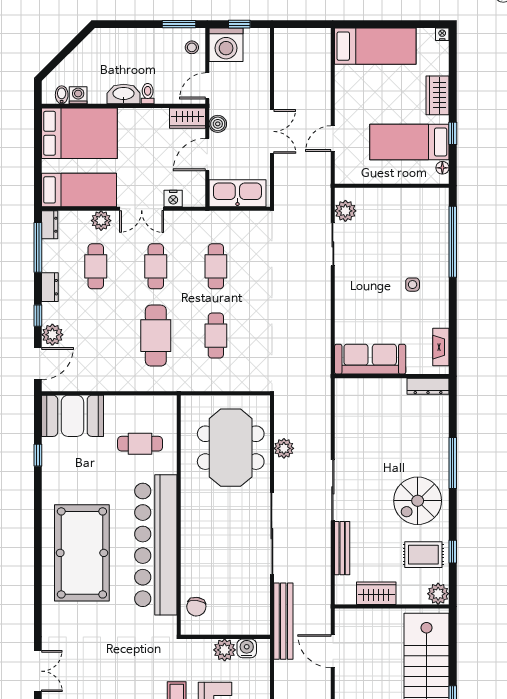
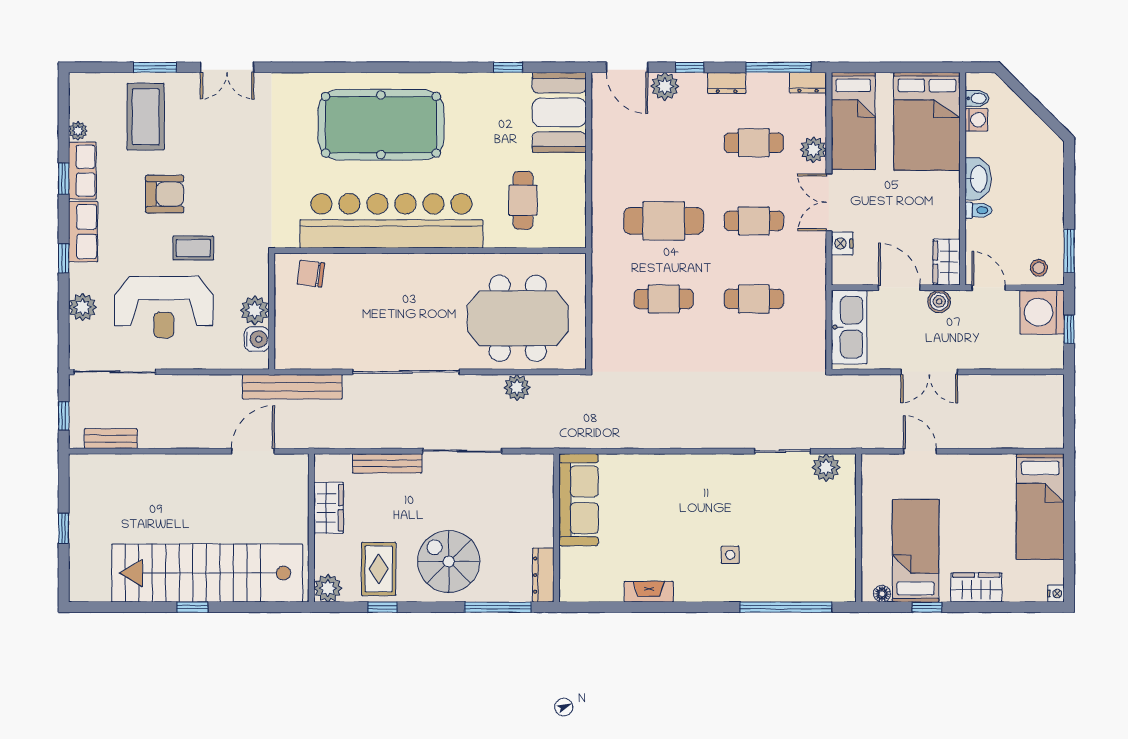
sofa: (370, 359) -> (579, 500), moved
wall: (392, 376) -> (556, 528), moved
dresser: (428, 386) -> (543, 575), moved

